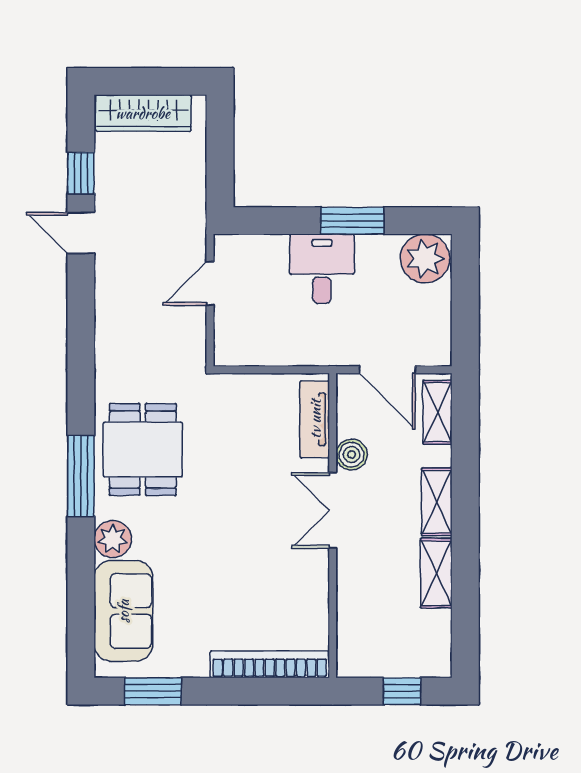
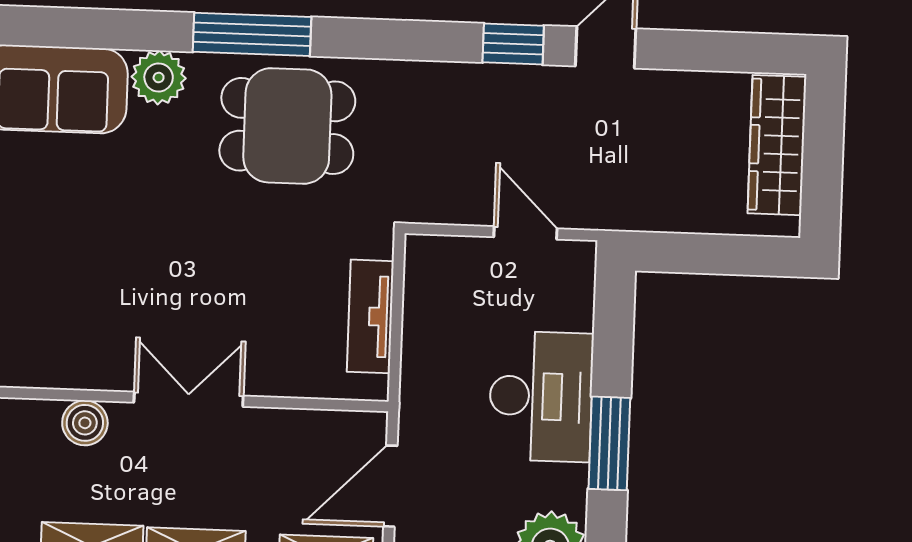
window: (81, 173) -> (513, 44), moved
desk: (322, 269) -> (541, 396), width x1.37
tv unit: (315, 419) -> (370, 316), moved, turned -90
boiler: (352, 455) -> (85, 423), moved

